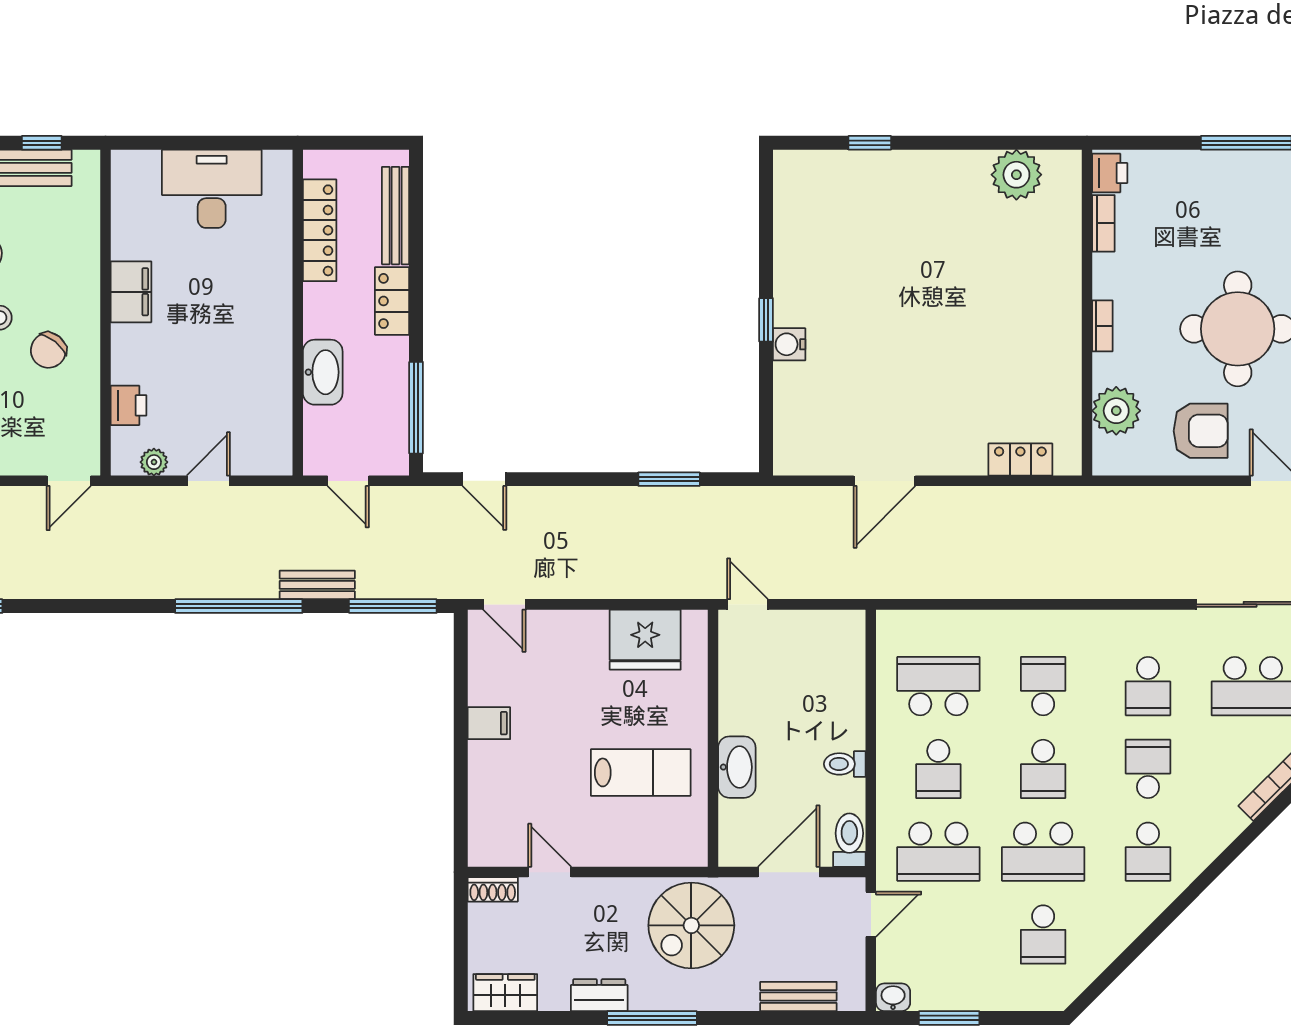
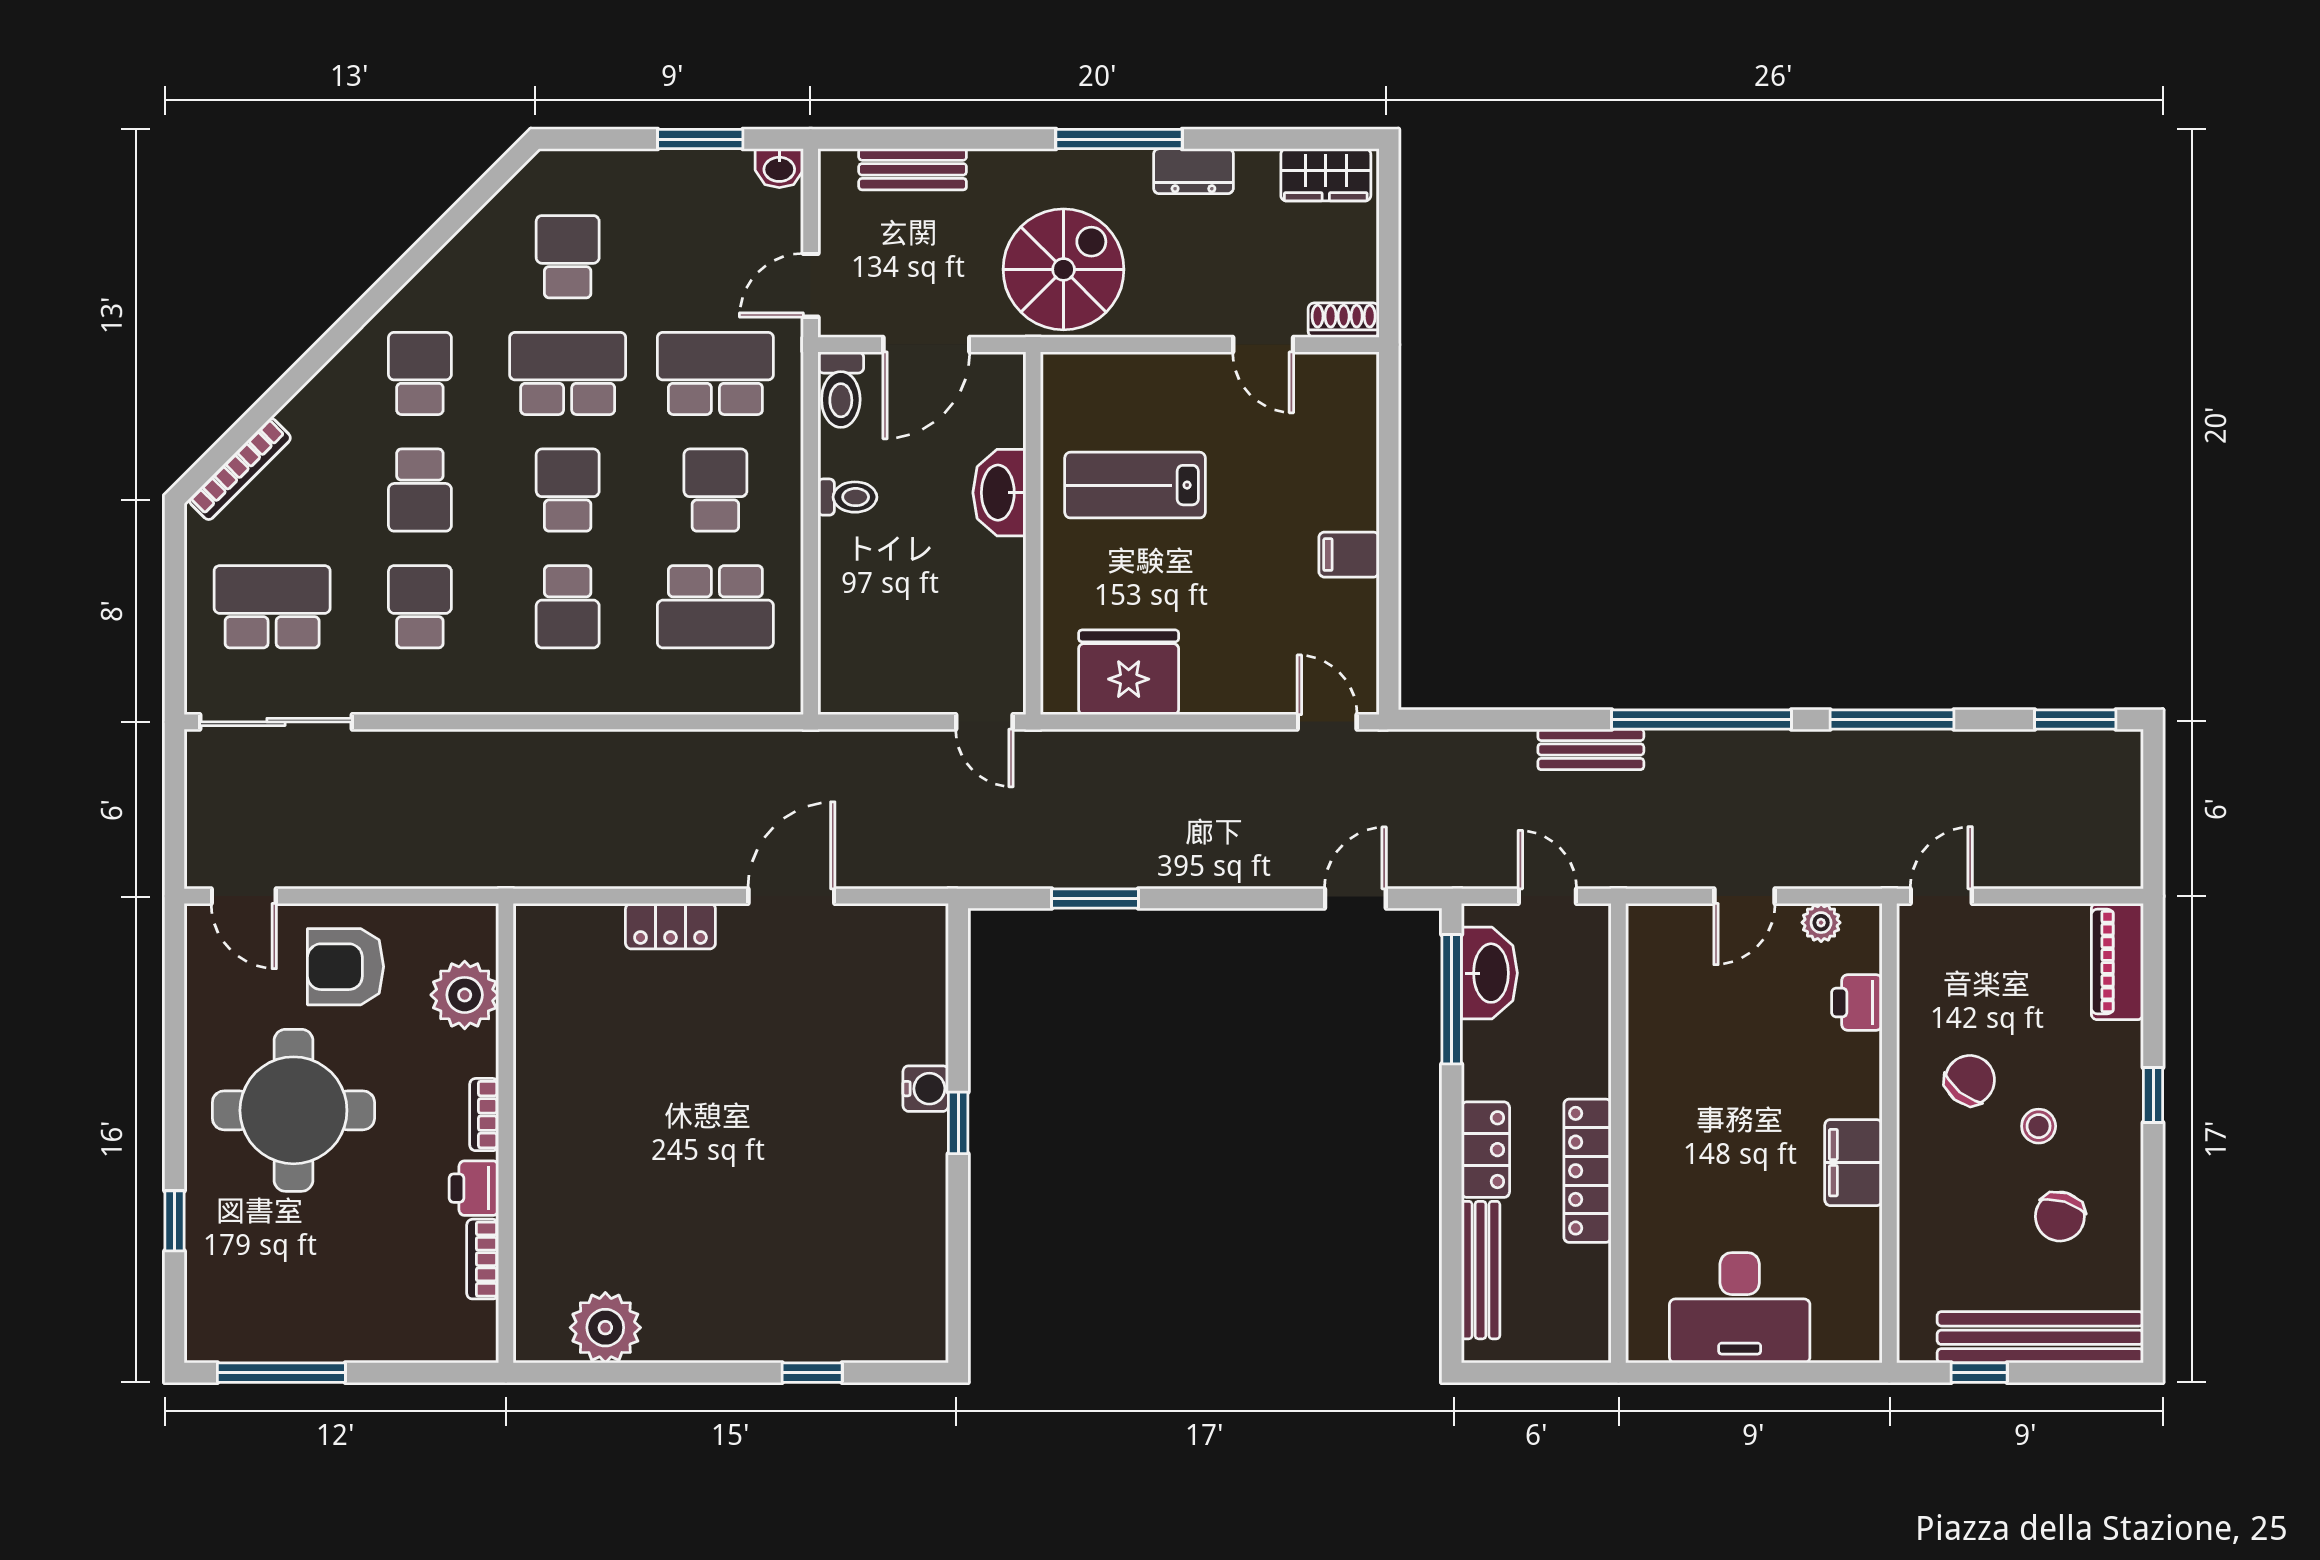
printer: (1110, 173) -> (474, 1188), moved
locker: (320, 230) -> (1587, 1171), moved
washbasin: (323, 372) -> (1489, 973), moved, turned 180
locker: (1020, 460) -> (670, 926), moved
door: (484, 479) -> (1355, 899), hinge flipped
window: (393, 606) -> (1892, 720), moved

